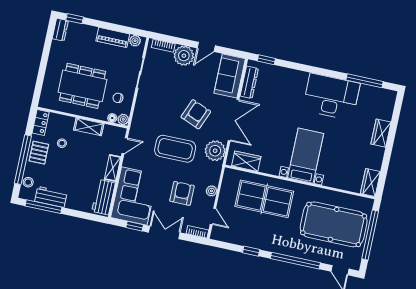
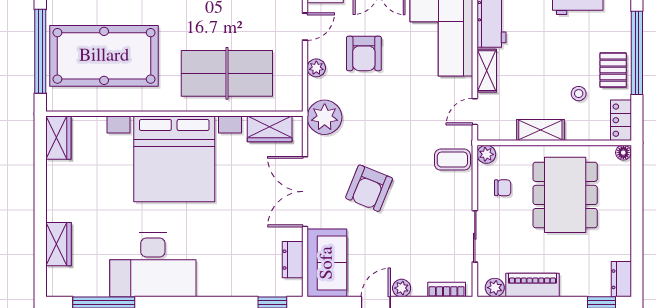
plant: (184, 56) -> (402, 288), width x0.53, depth x0.53
dresser: (249, 82) -> (293, 260), width x0.70
dining table: (82, 86) -> (565, 195), turned 90
floor lamp: (112, 118) -> (623, 153), moved
wardrobe: (381, 133) -> (58, 244), moved
coffee table: (175, 149) -> (452, 160), moved, width x0.54, depth x0.58
plant: (215, 151) -> (325, 117), moved
bed with nightstands: (306, 156) -> (174, 159), width x1.85
stool: (28, 182) -> (620, 18), removed
door: (213, 216) -> (305, 27), swing flipped

